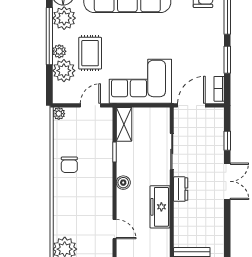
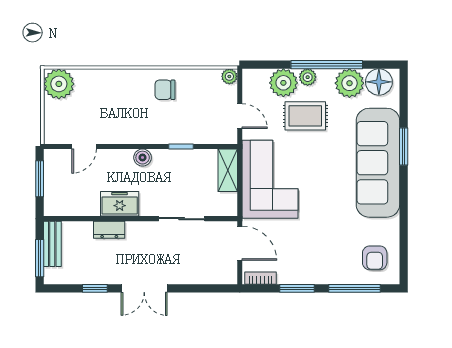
shelving: (124, 124) -> (228, 170), moved, turned 90
window: (227, 141) -> (95, 288), moved
dresser: (181, 189) -> (109, 230), moved
freezer: (160, 207) -> (120, 204), width x0.71

